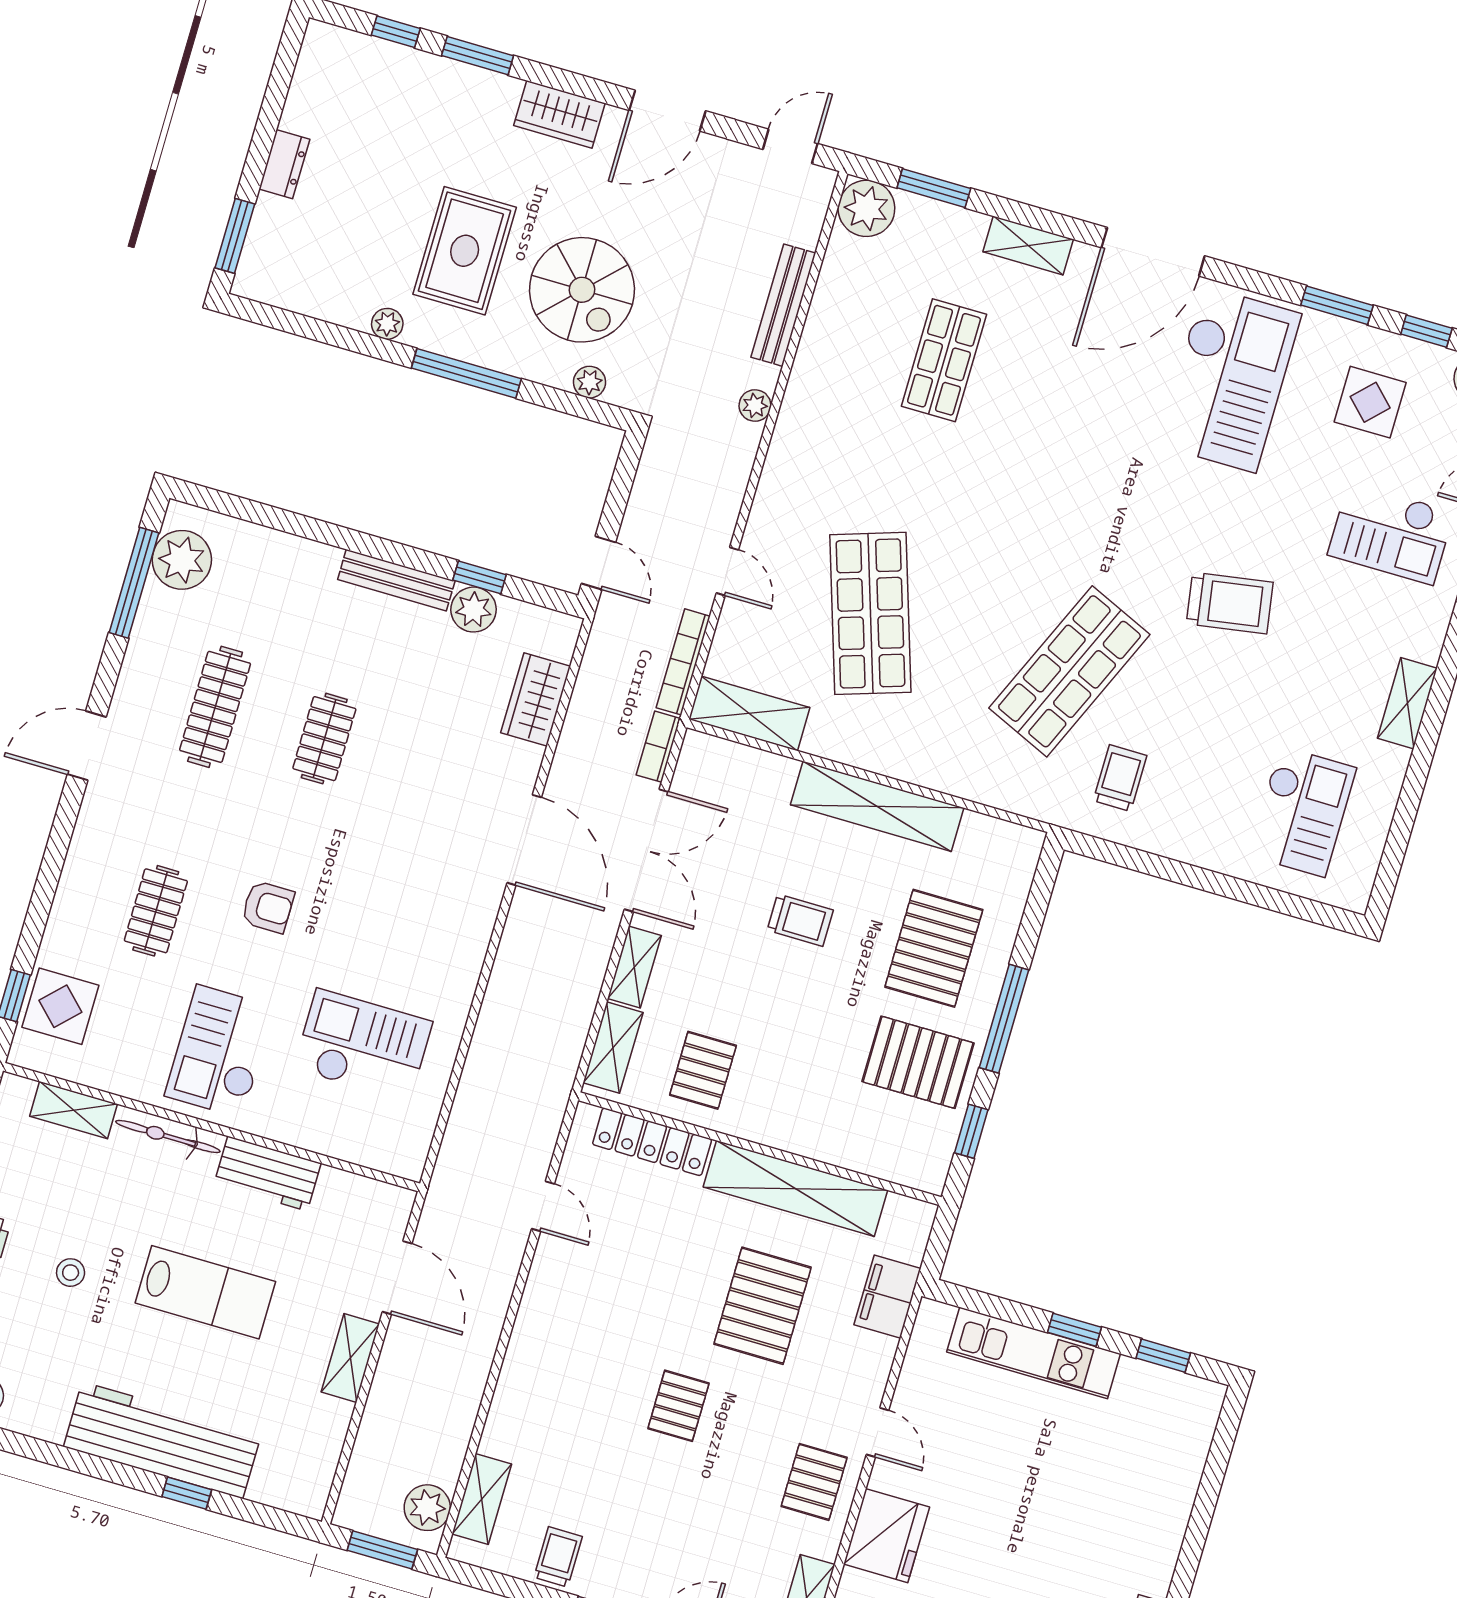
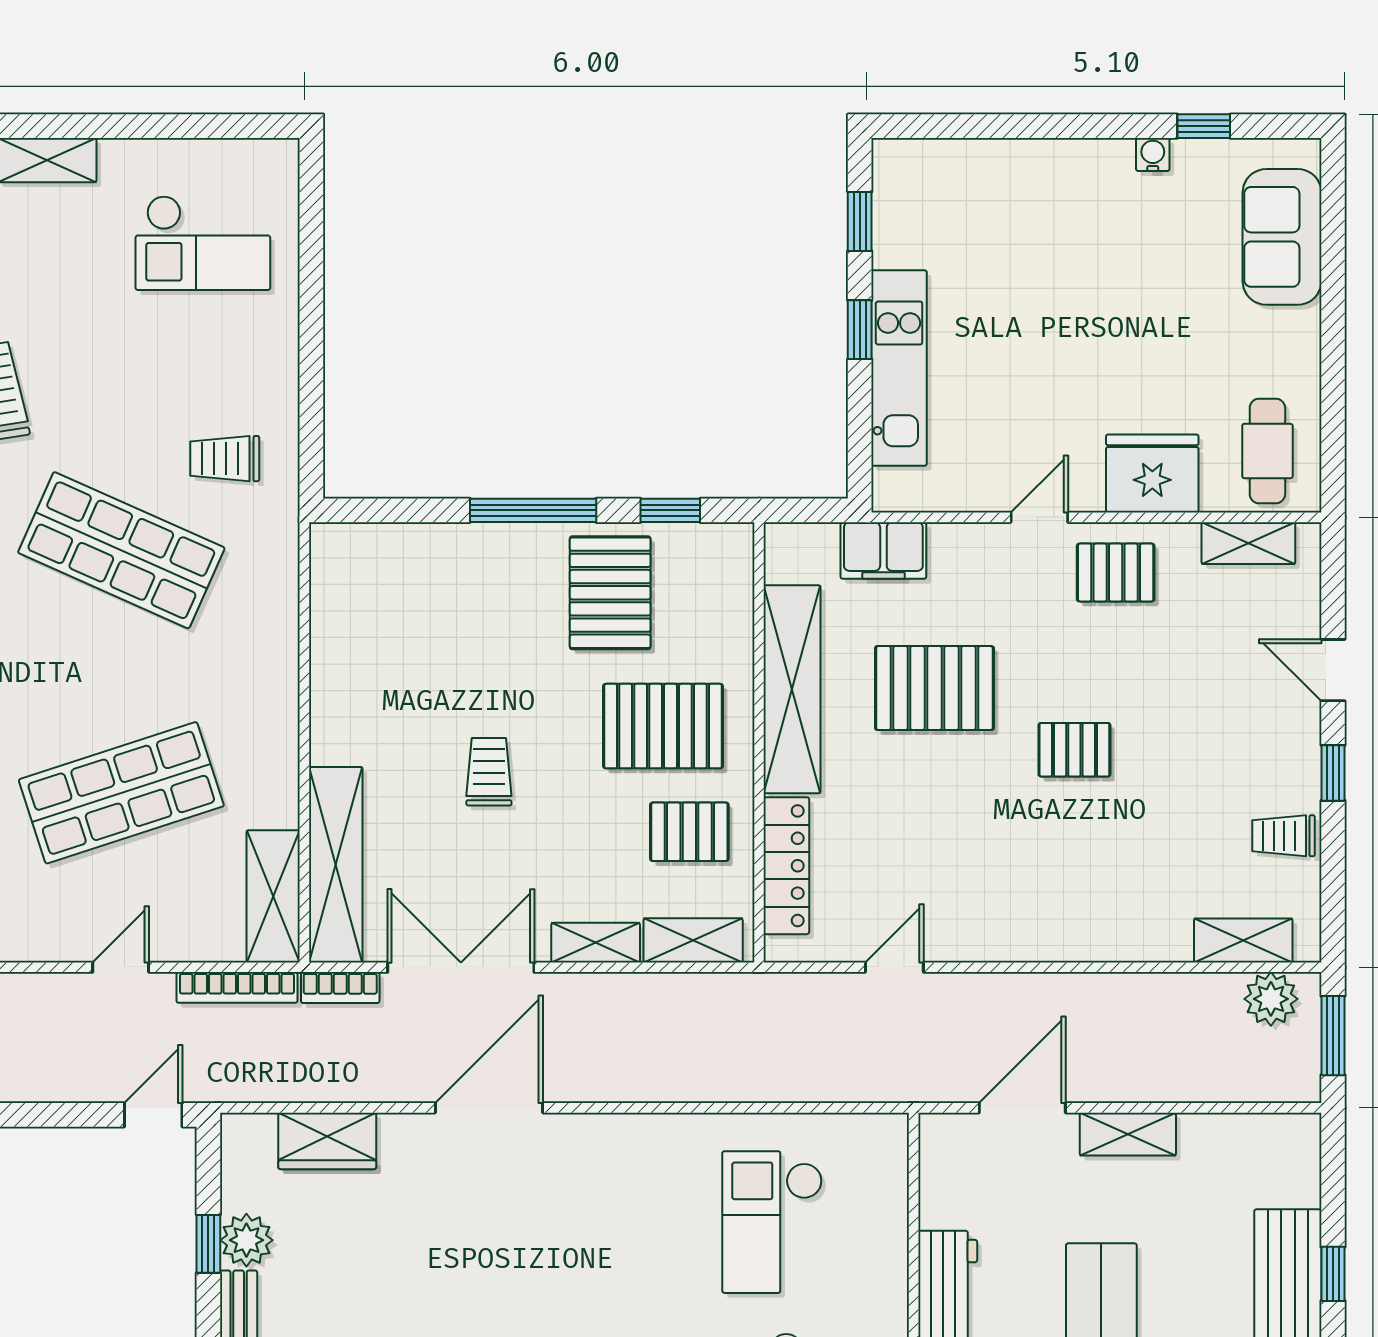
shelving: (877, 806) -> (336, 865), moved
checkout: (1302, 811) -> (203, 243), turned 180
pallet: (934, 948) -> (663, 726), moved

